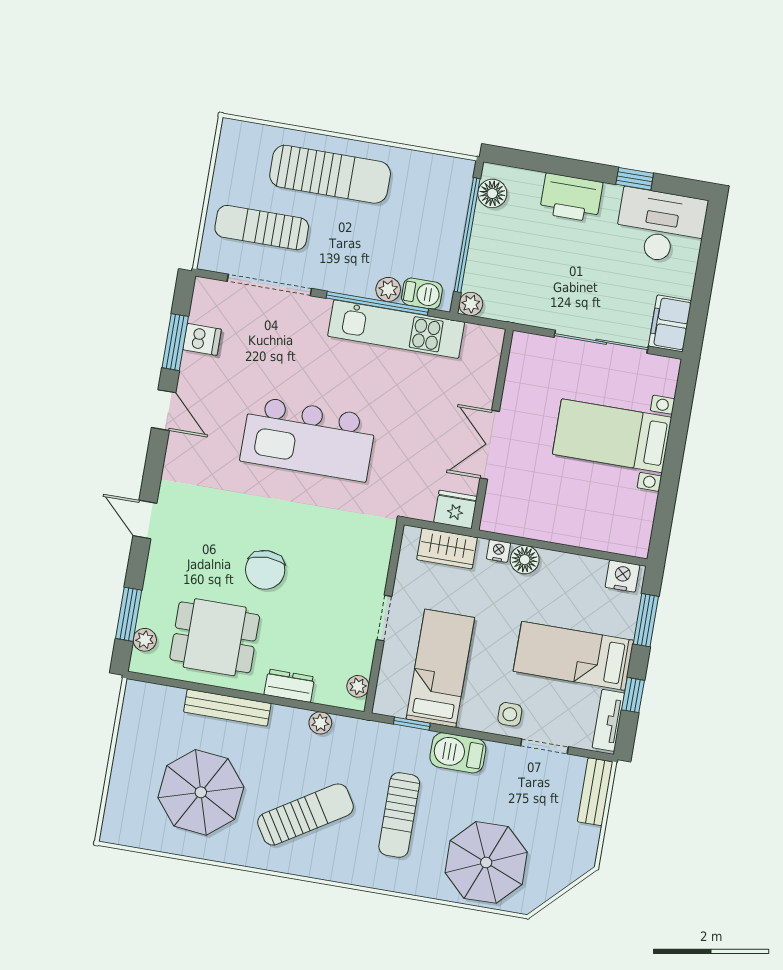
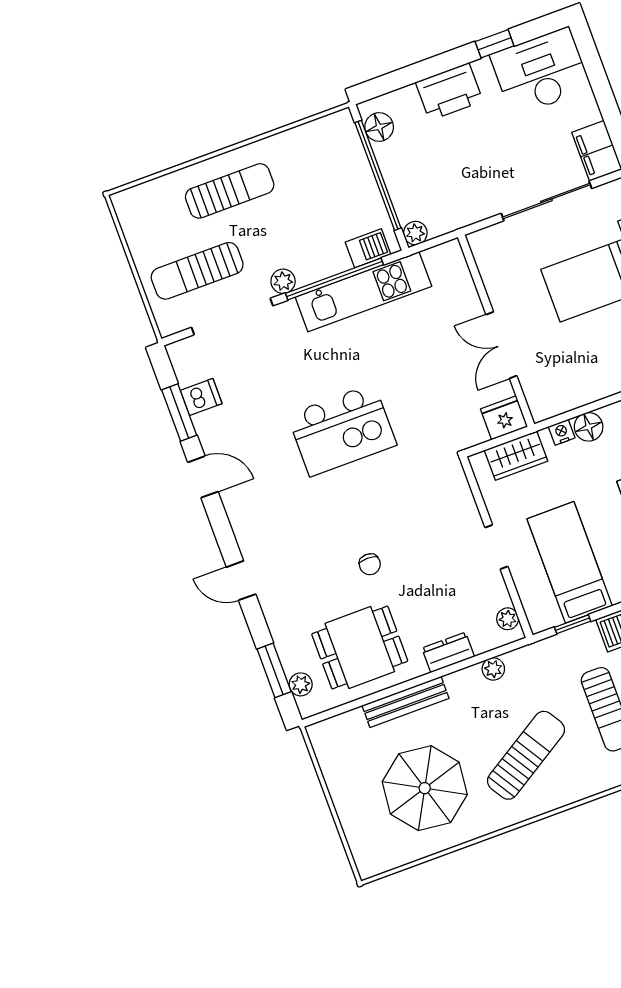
sun lounger: (330, 174) -> (230, 191), width x0.73, depth x0.75
plant: (388, 289) -> (283, 281), moved
kitchen island: (308, 439) -> (342, 430), width x0.73
chair: (265, 570) -> (370, 564), width x0.54, depth x0.54

